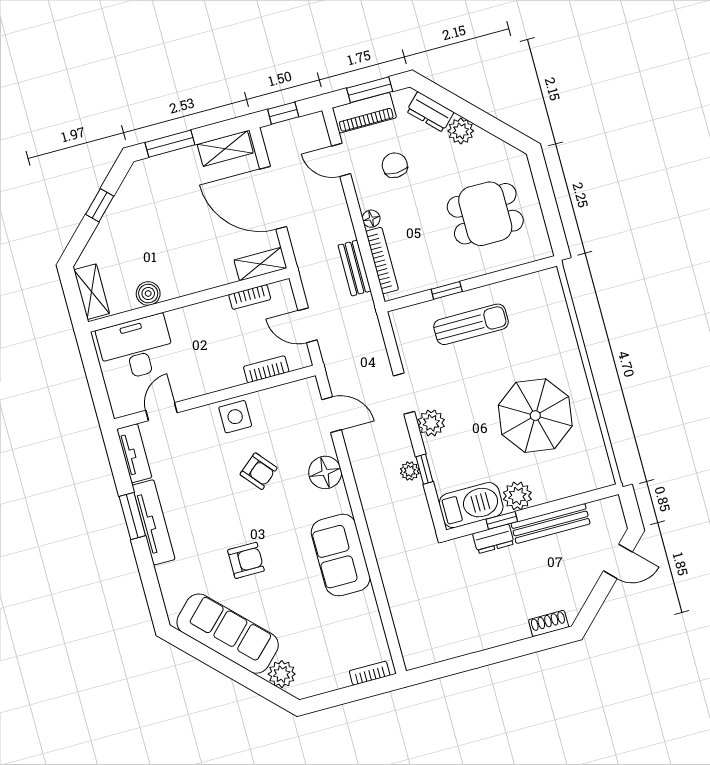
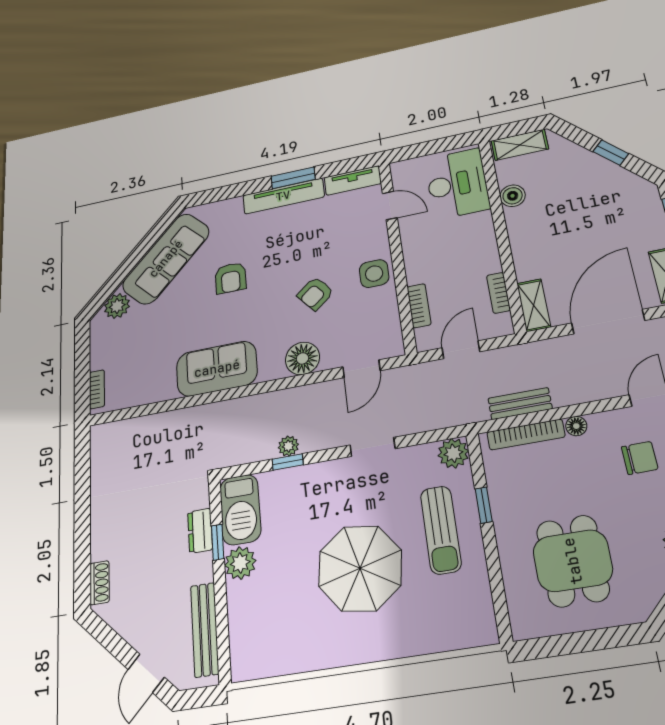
parasol: (535, 416) -> (360, 568), moved
plant: (431, 423) -> (453, 453), moved
bench: (551, 523) -> (205, 629), moved

